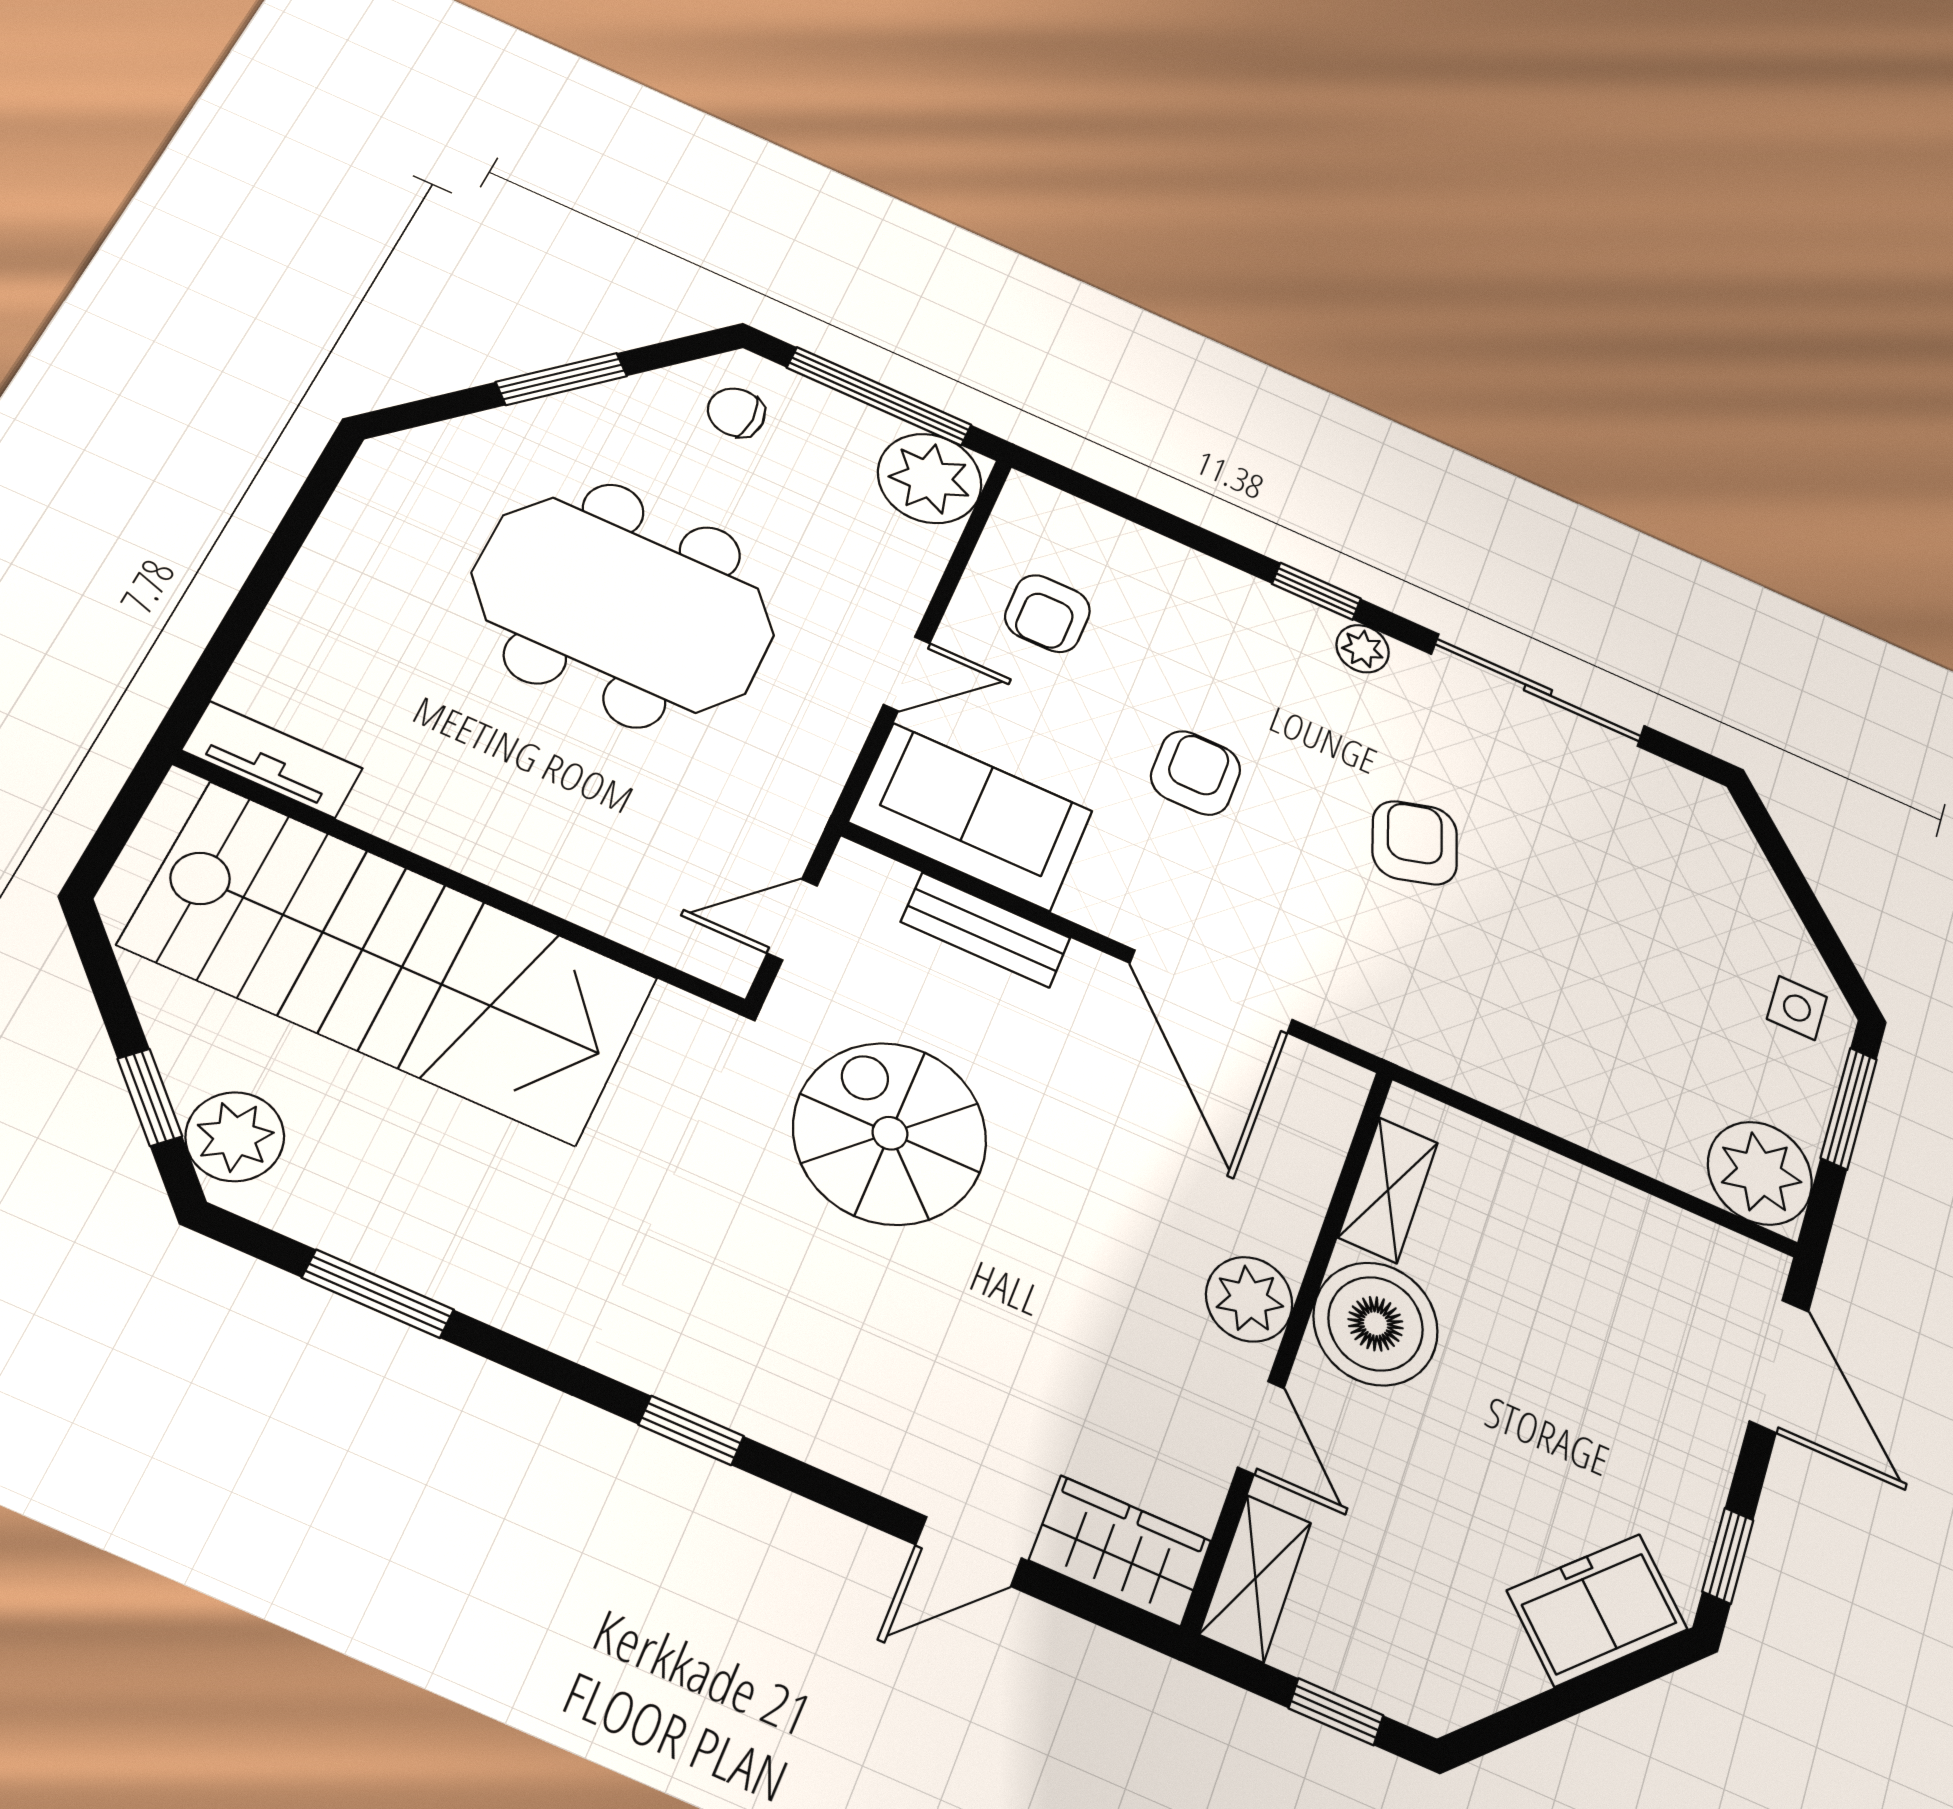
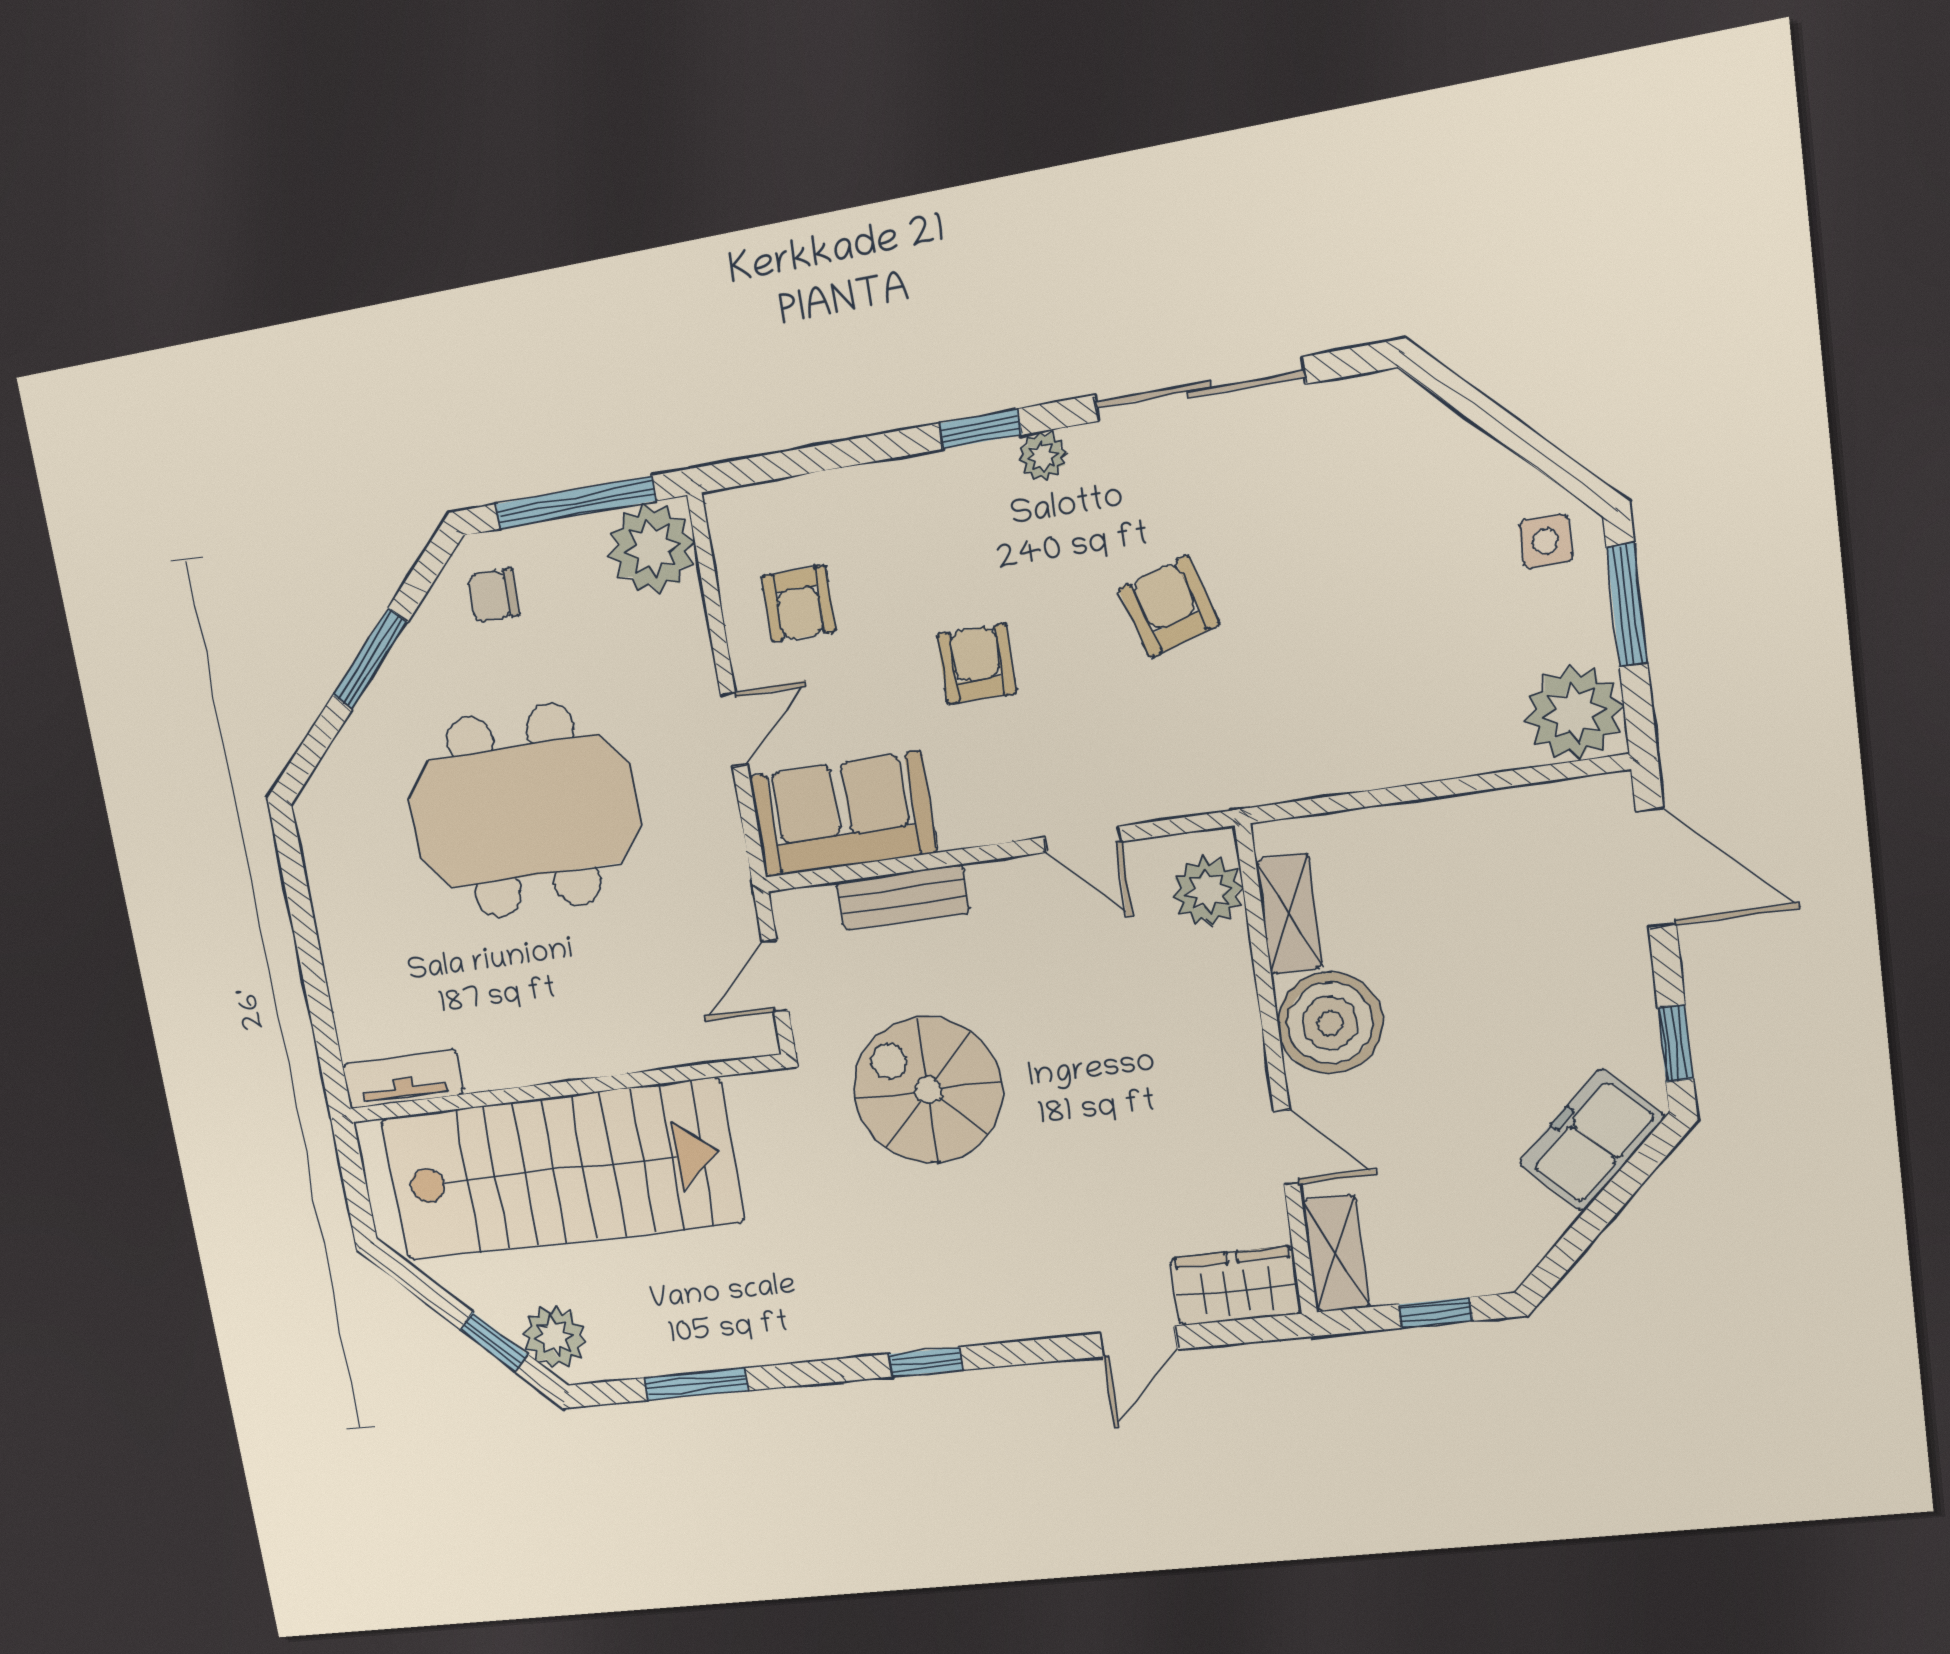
door: (1211, 992) -> (1083, 839), width x0.53
plant: (1249, 1299) -> (1208, 891), moved

